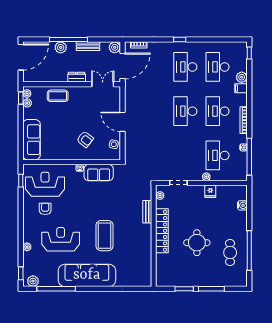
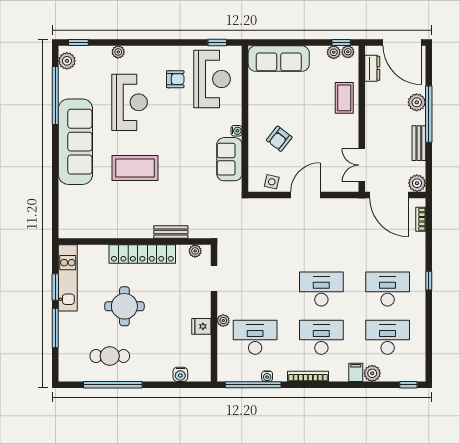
dresser: (77, 77) -> (372, 68), moved
double door: (103, 84) -> (362, 165), swing flipped
kitchen unit: (178, 280) -> (68, 278), added

